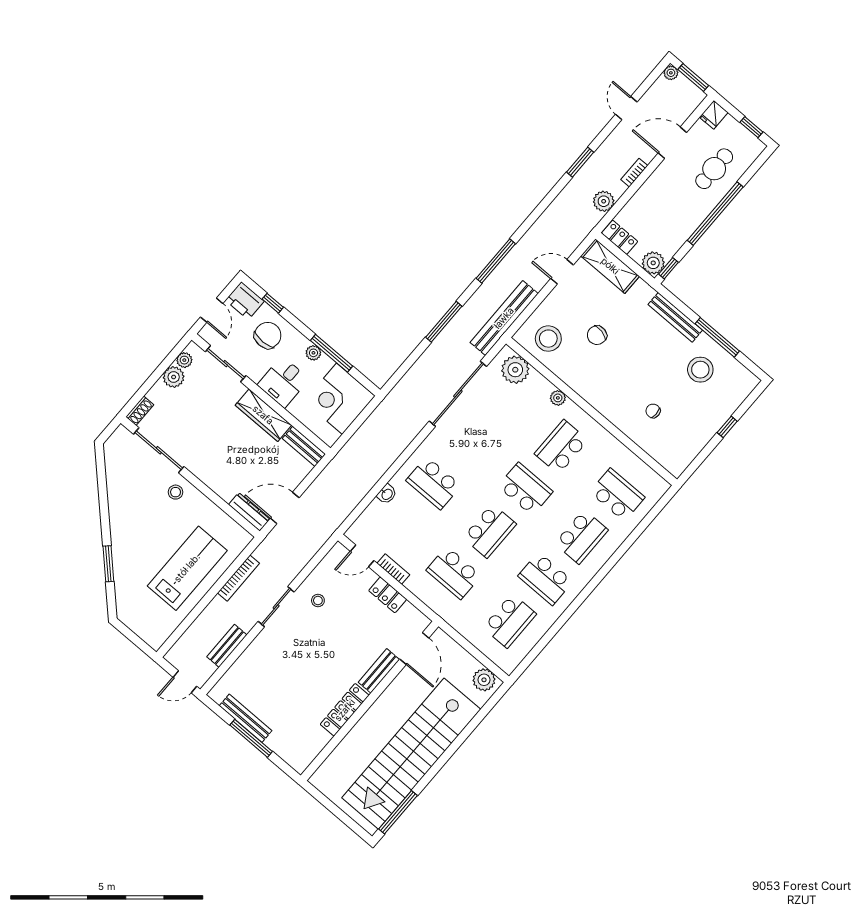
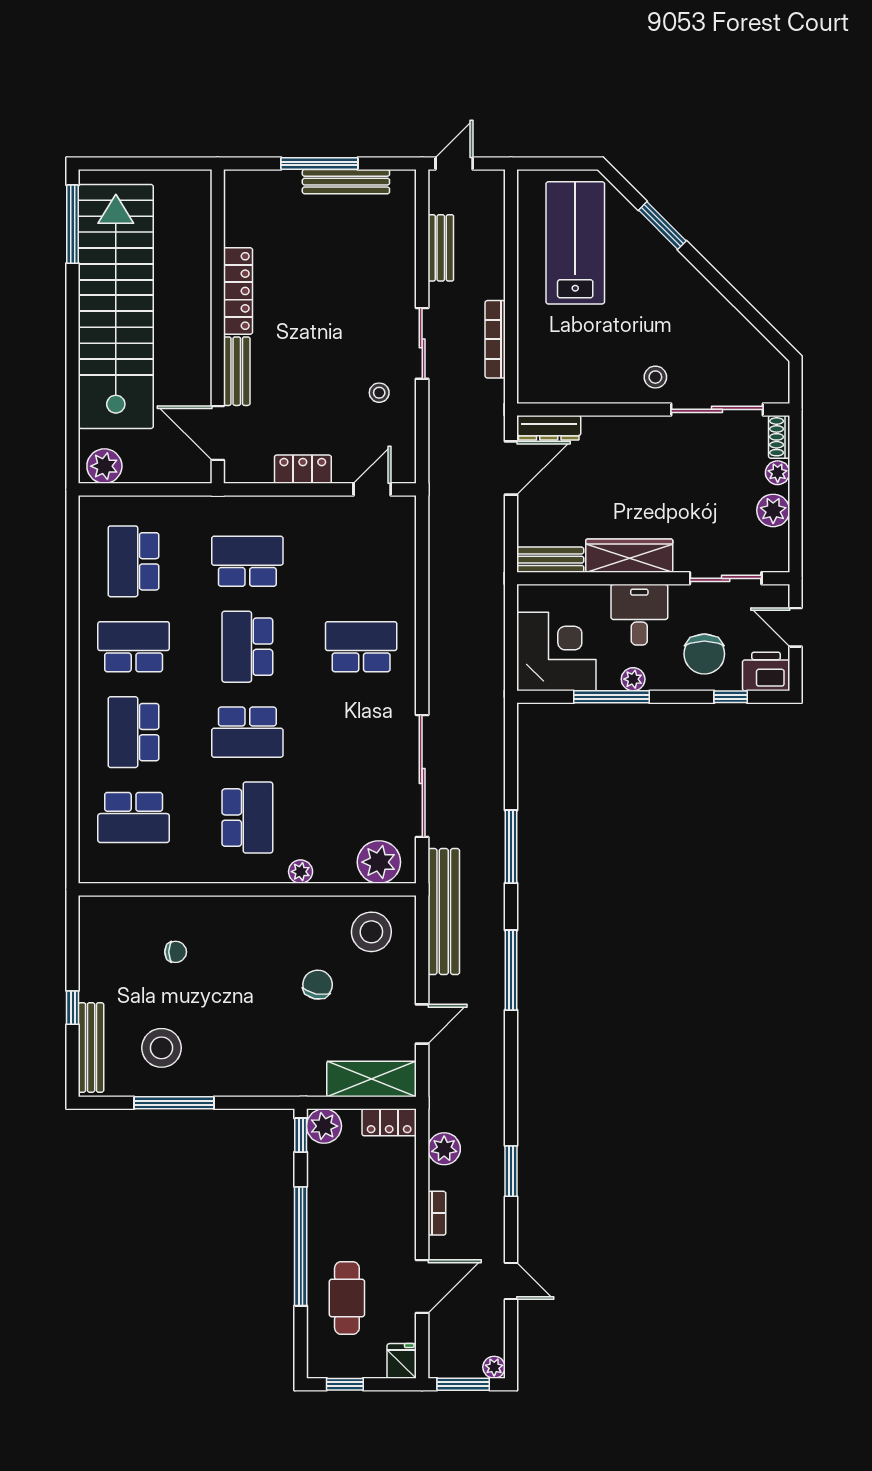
bench: (675, 317) -> (91, 1047), moved, turned 90
plant: (184, 360) -> (778, 473), moved
washbasin: (387, 494) -> (405, 587), removed
lab bench: (187, 568) -> (575, 243), moved, turned 180
bookcase: (393, 569) -> (322, 505), removed

